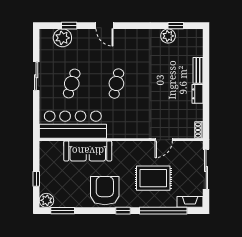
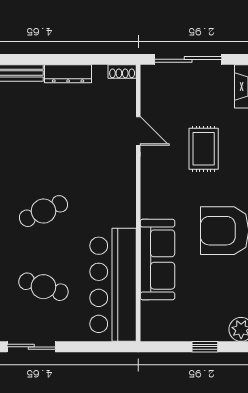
cafe table: (116, 84) -> (43, 211), turned -36
dresser: (198, 94) -> (68, 74), width x1.44
rug: (153, 178) -> (204, 149), width x0.73, depth x0.70

